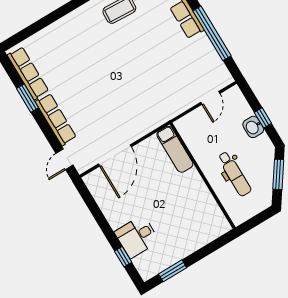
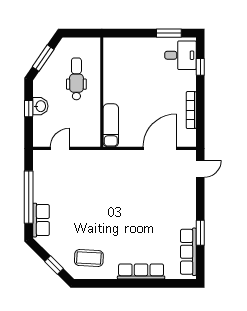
row of seats: (56, 119) -> (141, 271), moved, turned 90
bookcase: (107, 210) -> (191, 110), added
desk: (137, 237) -> (180, 55), moved

